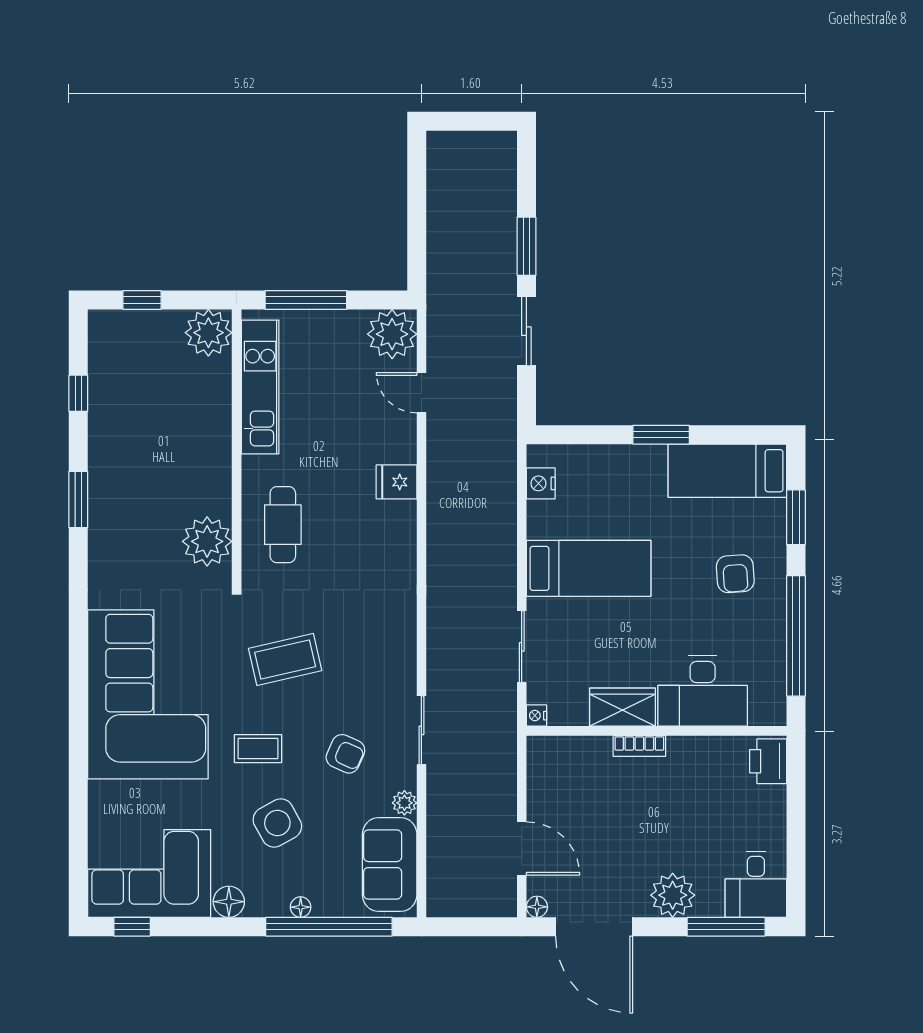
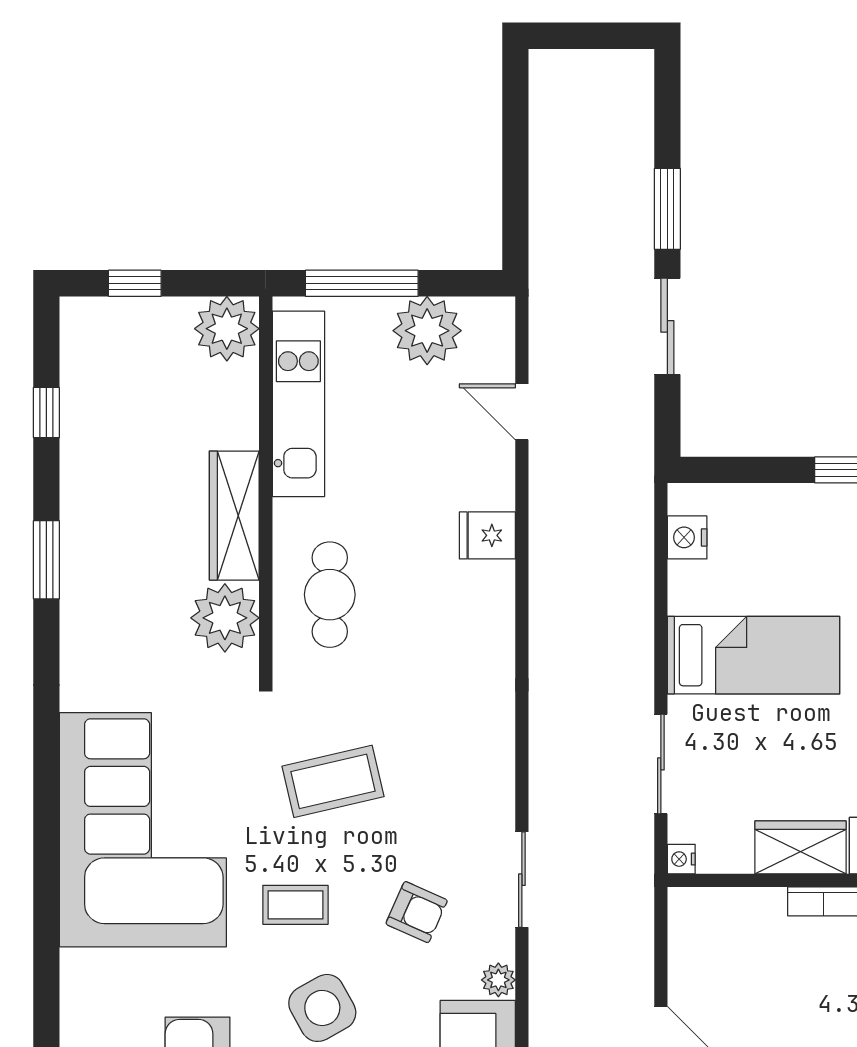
plant: (392, 334) -> (427, 331), moved
wardrobe: (214, 468) -> (234, 516), added

